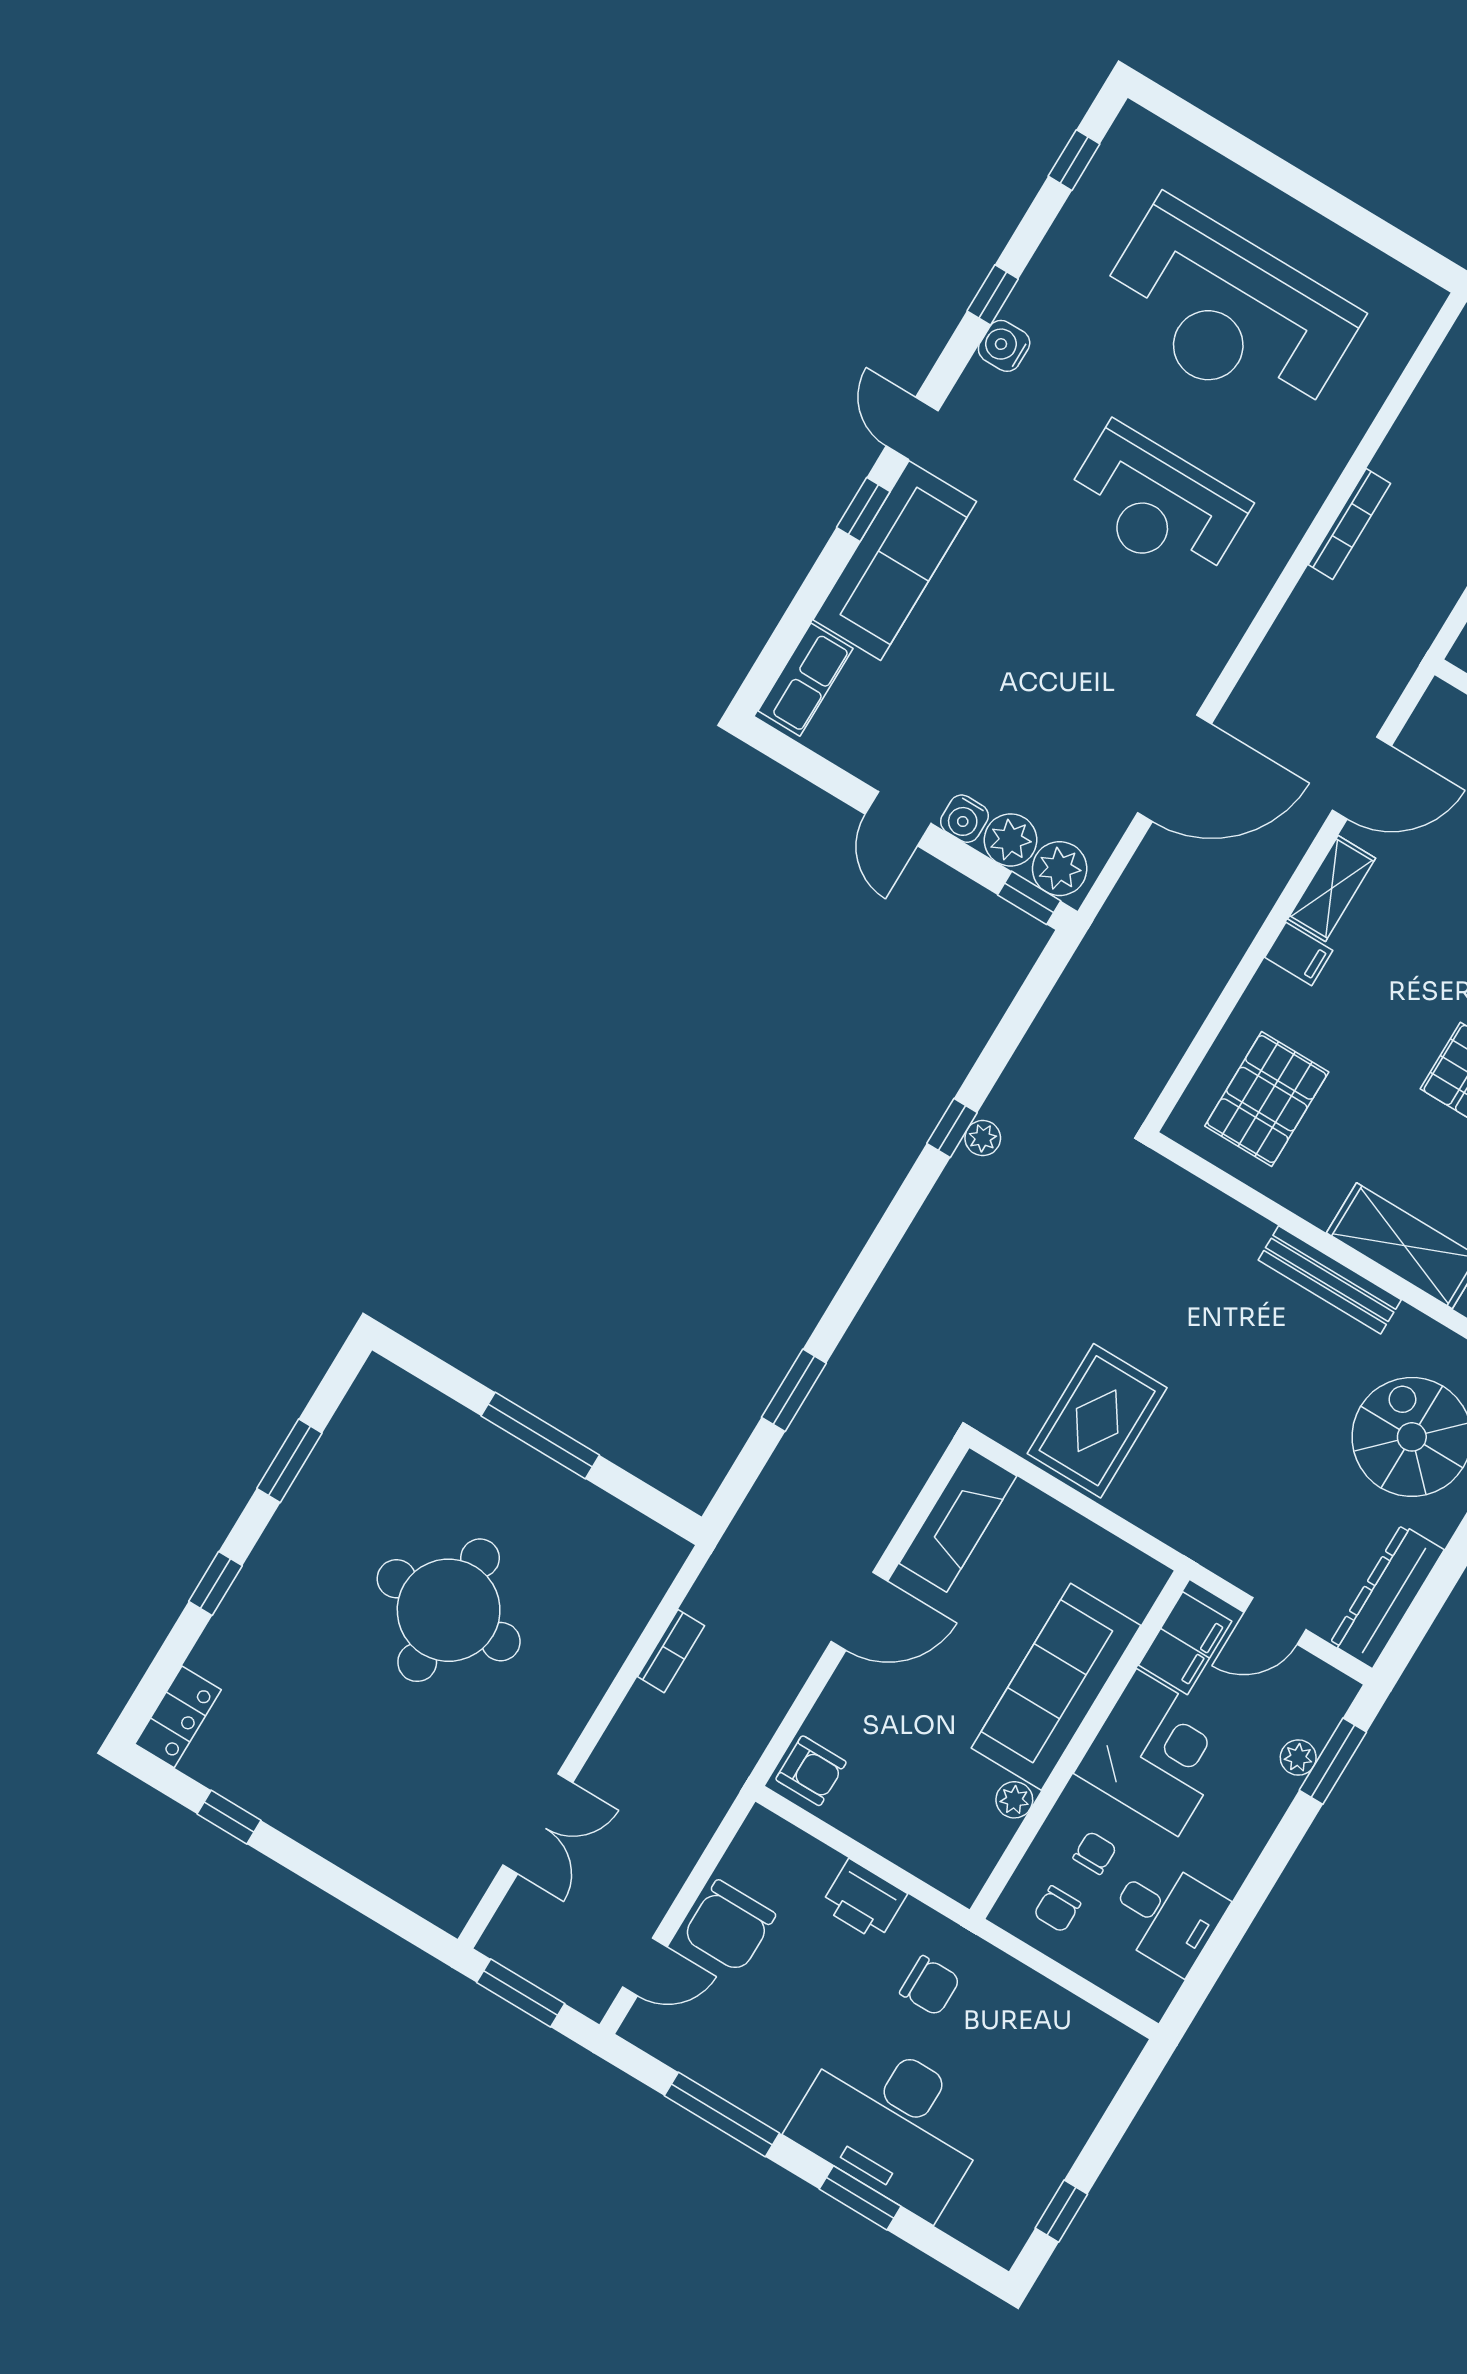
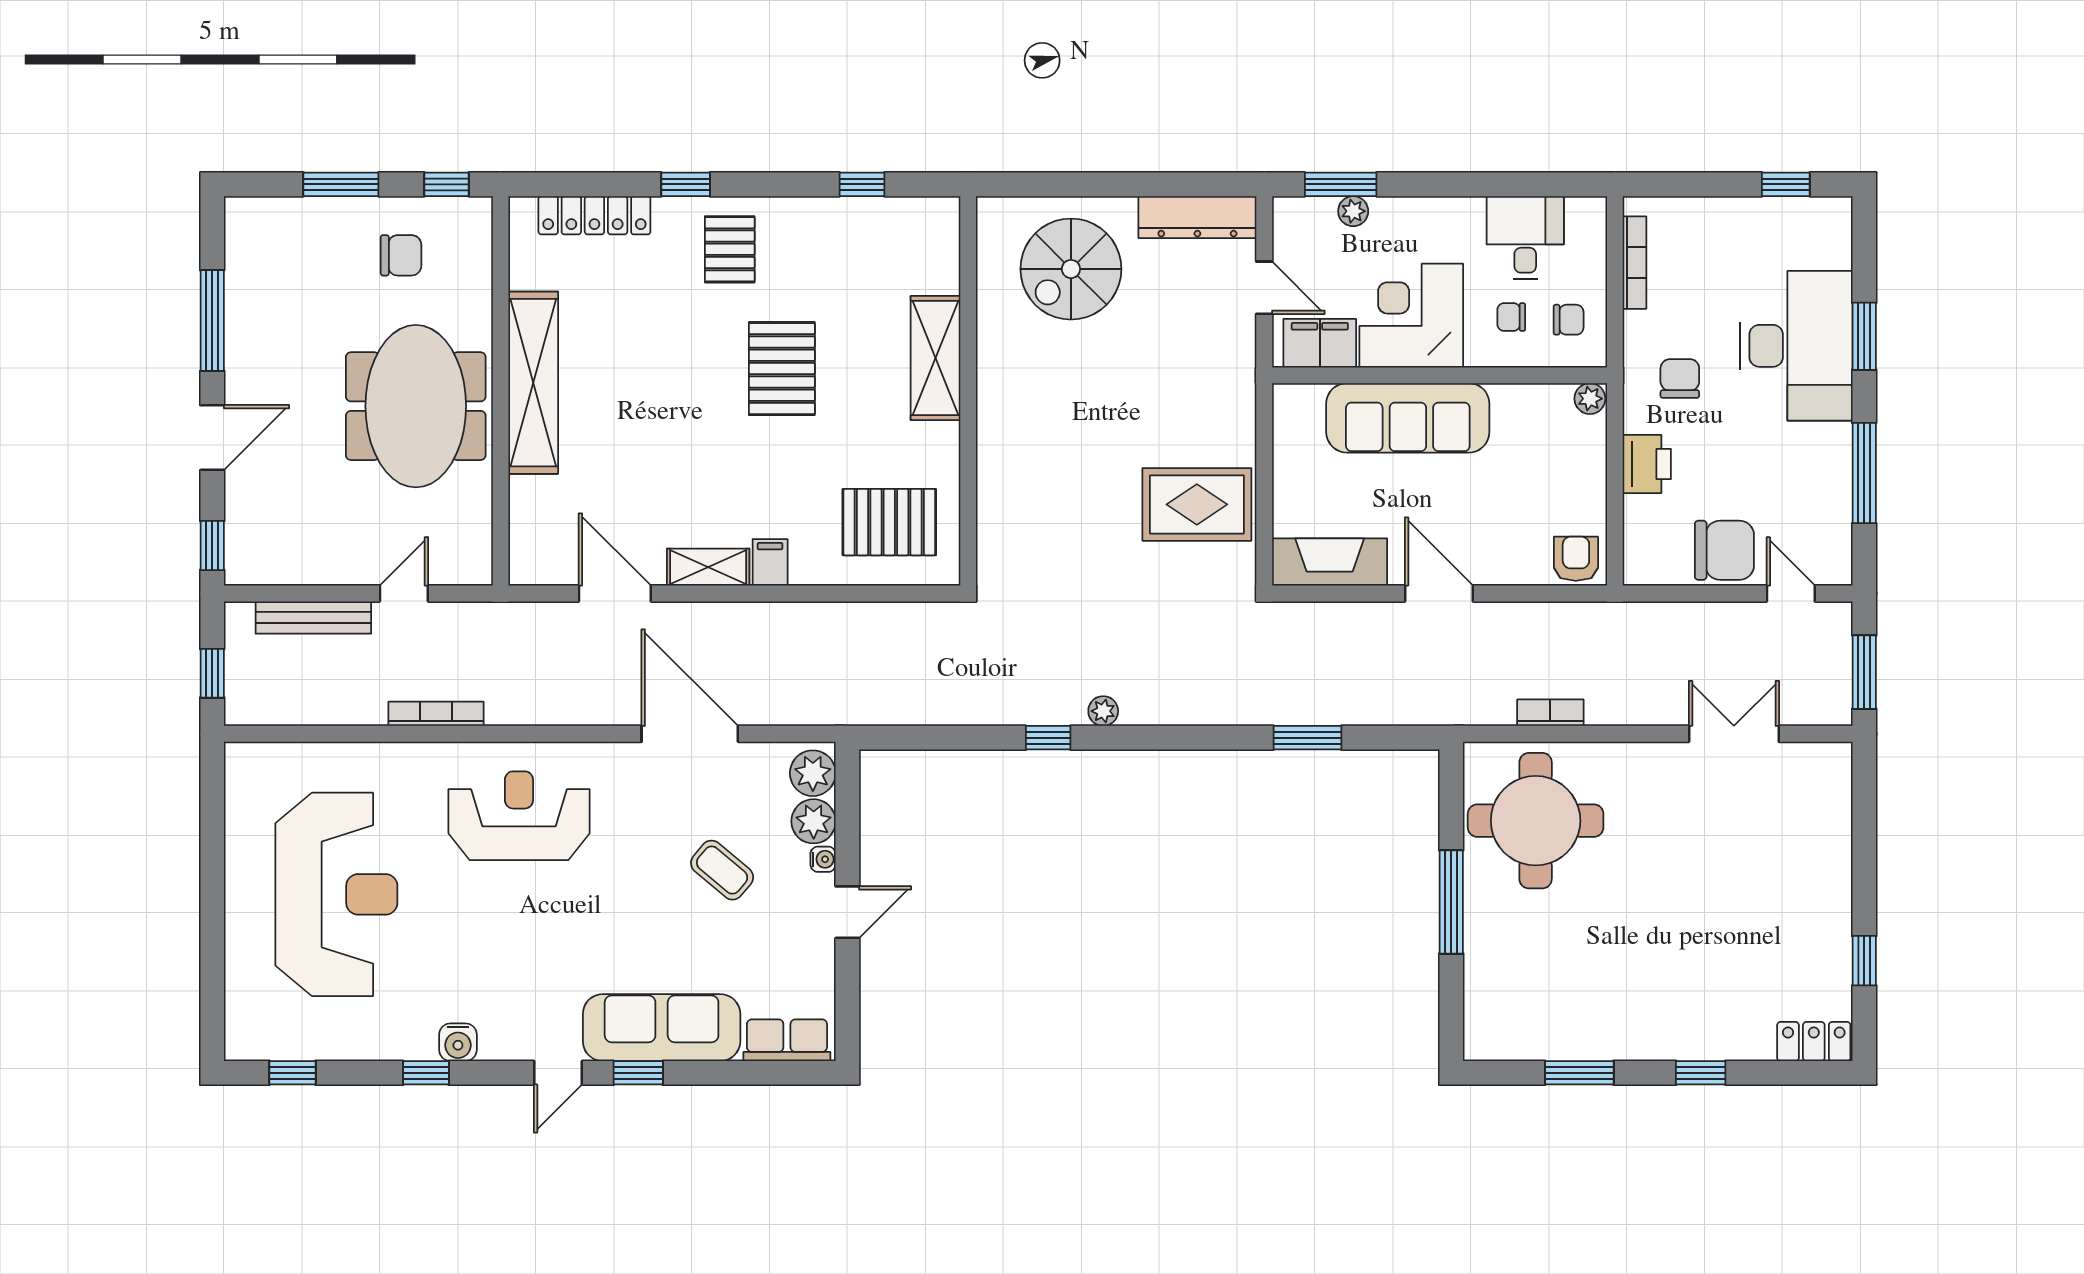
reception desk: (1156, 505) -> (519, 816), moved, turned -90
coffee table: (1017, 718) -> (722, 870), added
water cooler: (964, 819) -> (823, 859), width x0.72, depth x0.72
window: (1029, 898) -> (847, 783), removed
plant: (983, 1138) -> (1103, 711), moved
bench: (1330, 1280) -> (993, 397), removed
round table: (449, 1610) -> (1536, 821), moved
plant: (1014, 1800) -> (1590, 399), moved
bookcase: (1075, 2010) -> (1634, 263), added

